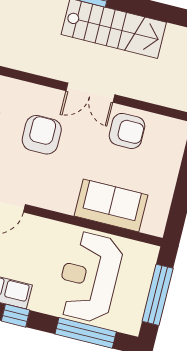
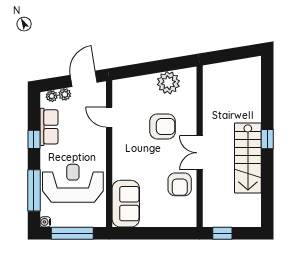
sofa: (111, 205) -> (126, 204), moved
water cooler: (133, 328) -> (45, 222), added

